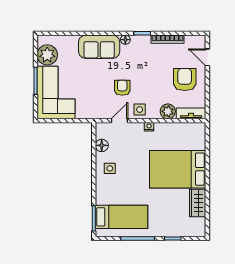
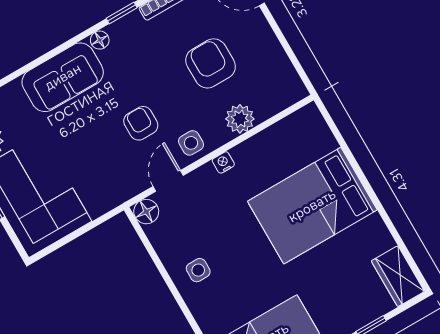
armchair: (185, 80) -> (211, 63), moved
tv unit: (191, 113) -> (281, 100), removed
floor lamp: (102, 145) -> (146, 212), moved
wardrobe: (198, 203) -> (398, 276), moved

